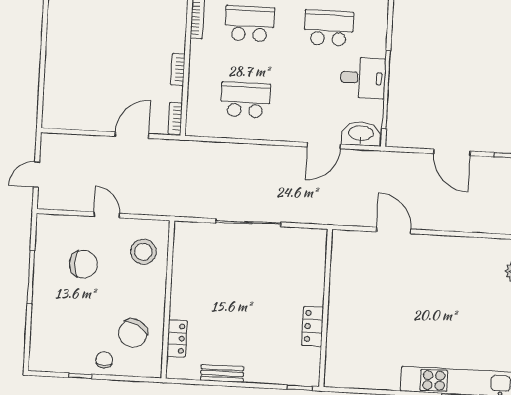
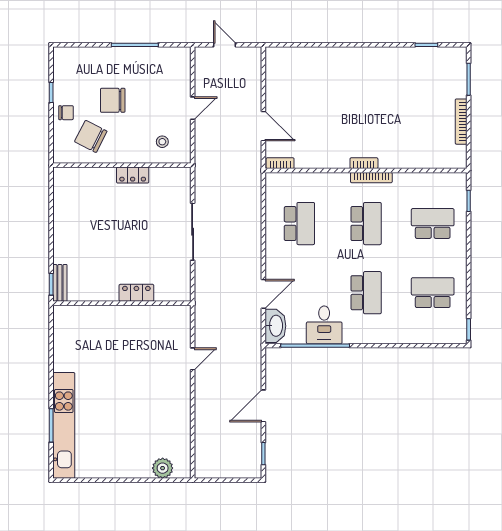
bookcase: (178, 70) -> (364, 163), moved
door: (324, 145) -> (263, 294), swing flipped
door: (394, 230) -> (193, 359), width x0.73
stool: (143, 252) -> (162, 142), width x0.53, depth x0.53
chair: (83, 264) -> (113, 100), moved, turned 90
locker: (313, 326) -> (136, 293), moved
locker: (177, 338) -> (133, 175), moved
bench: (222, 373) -> (60, 283), moved

